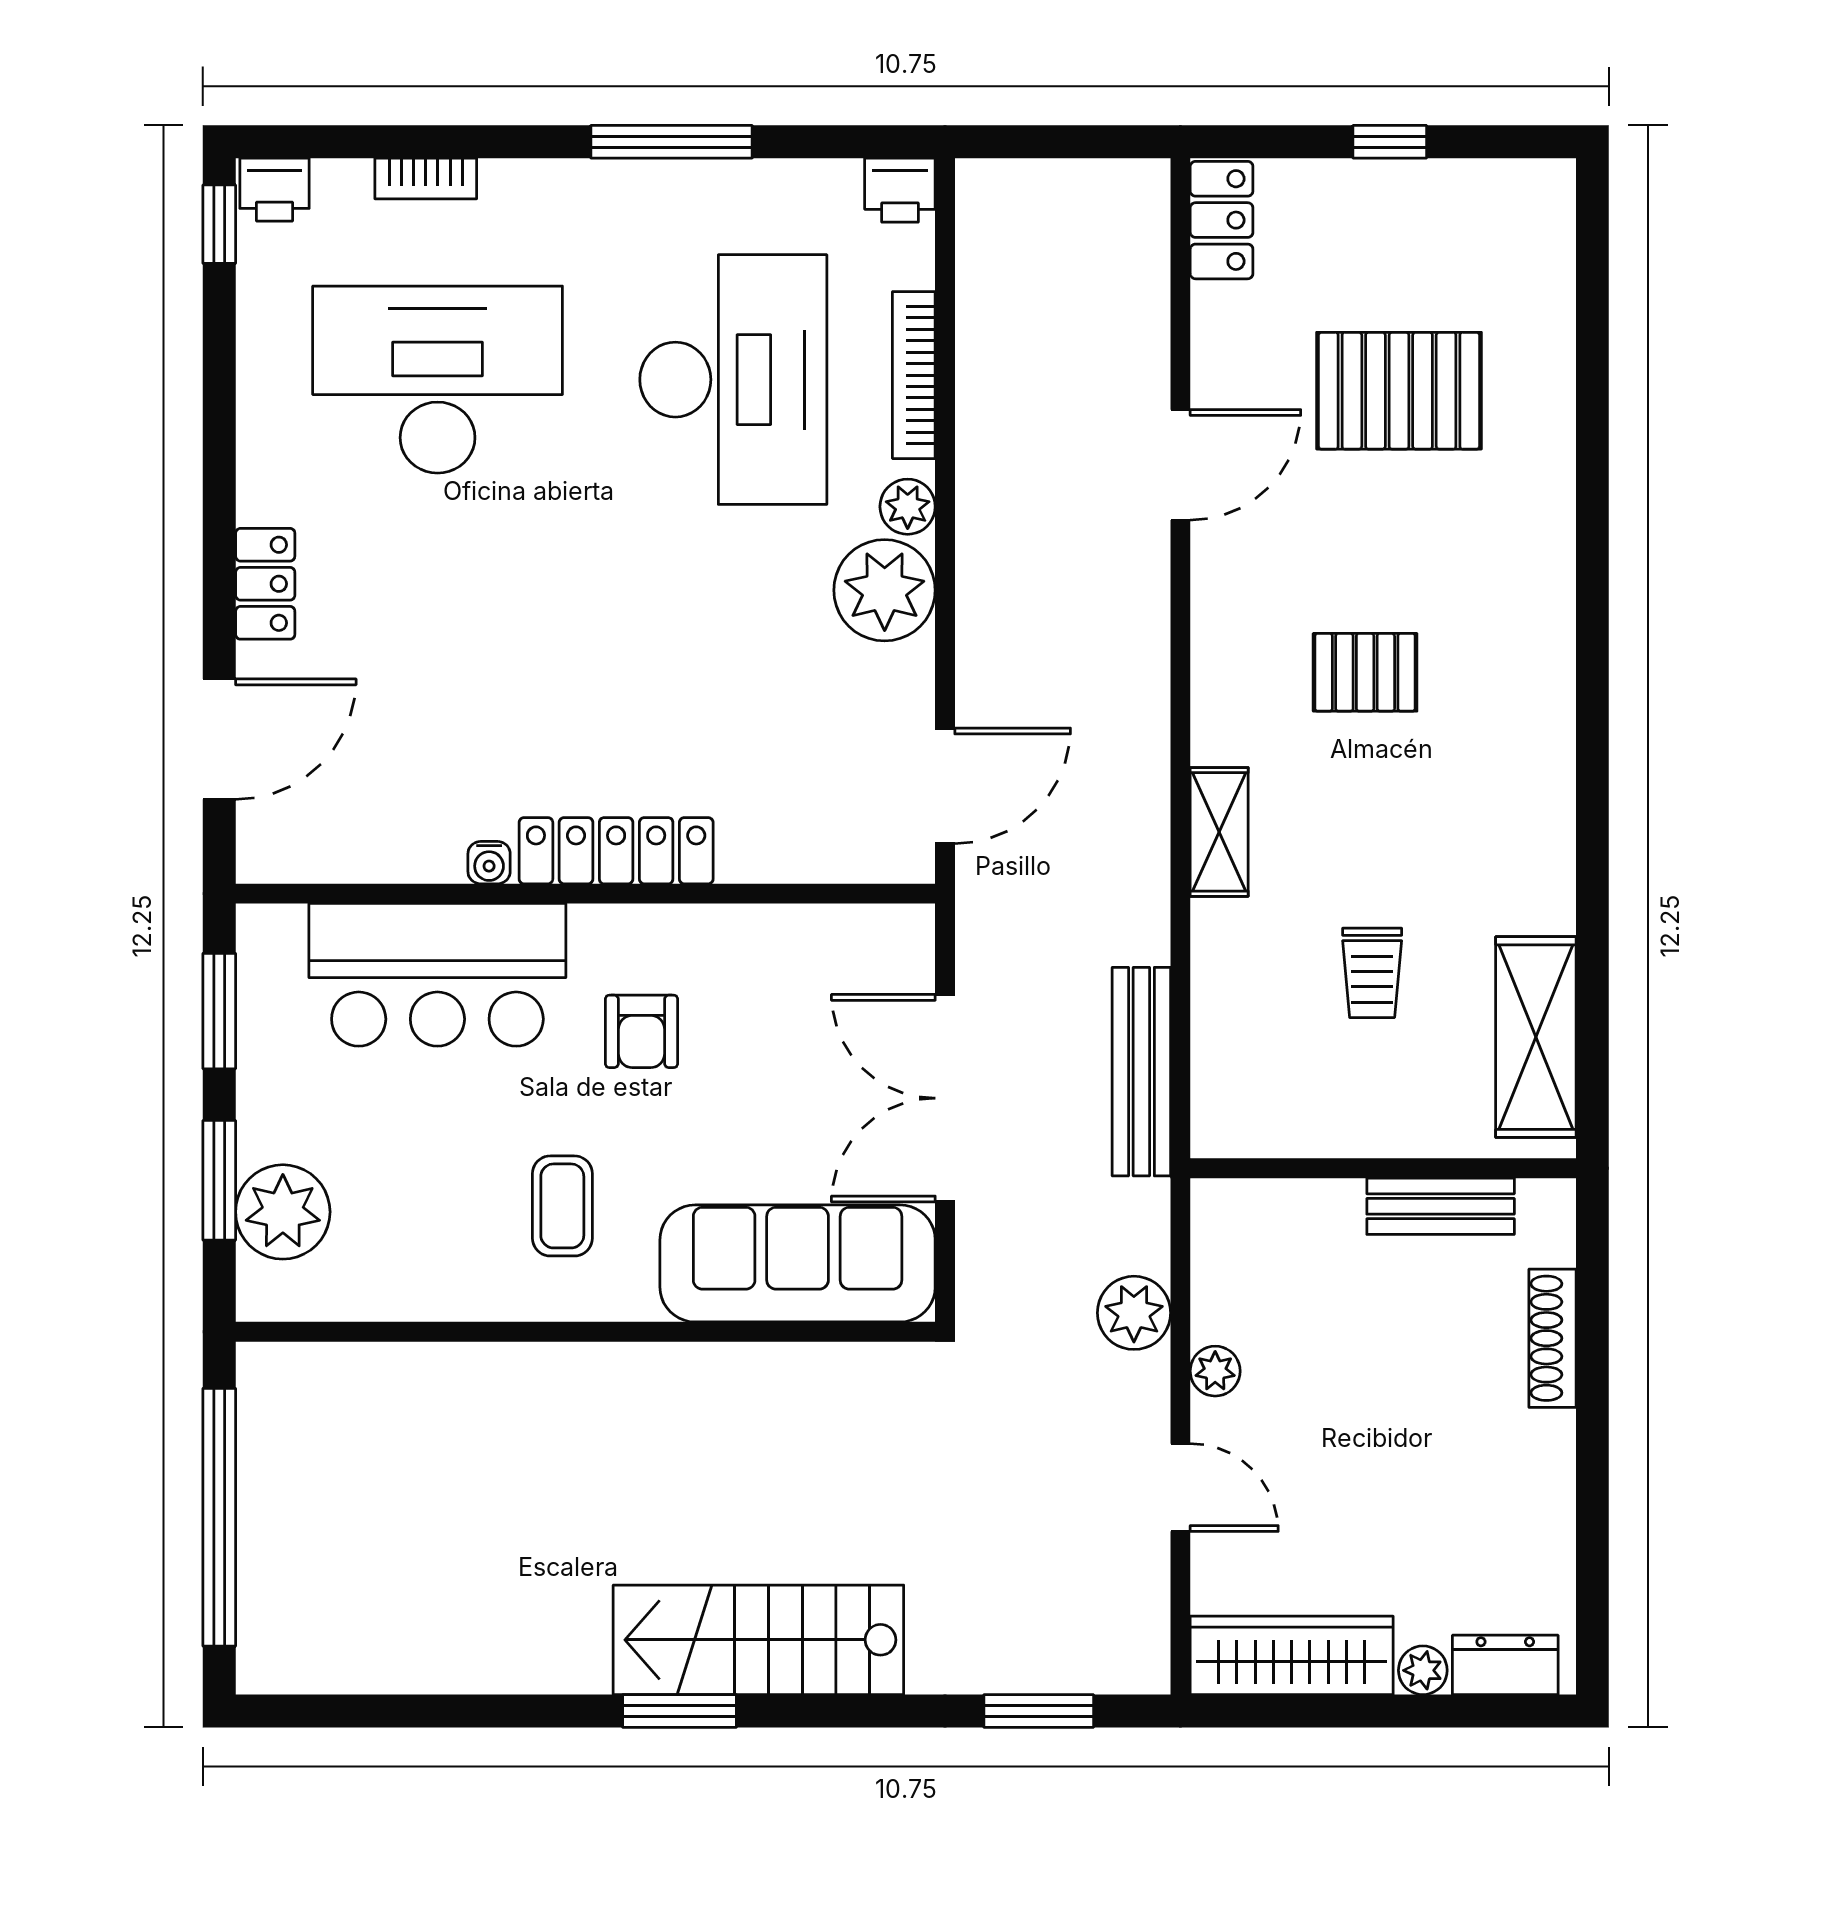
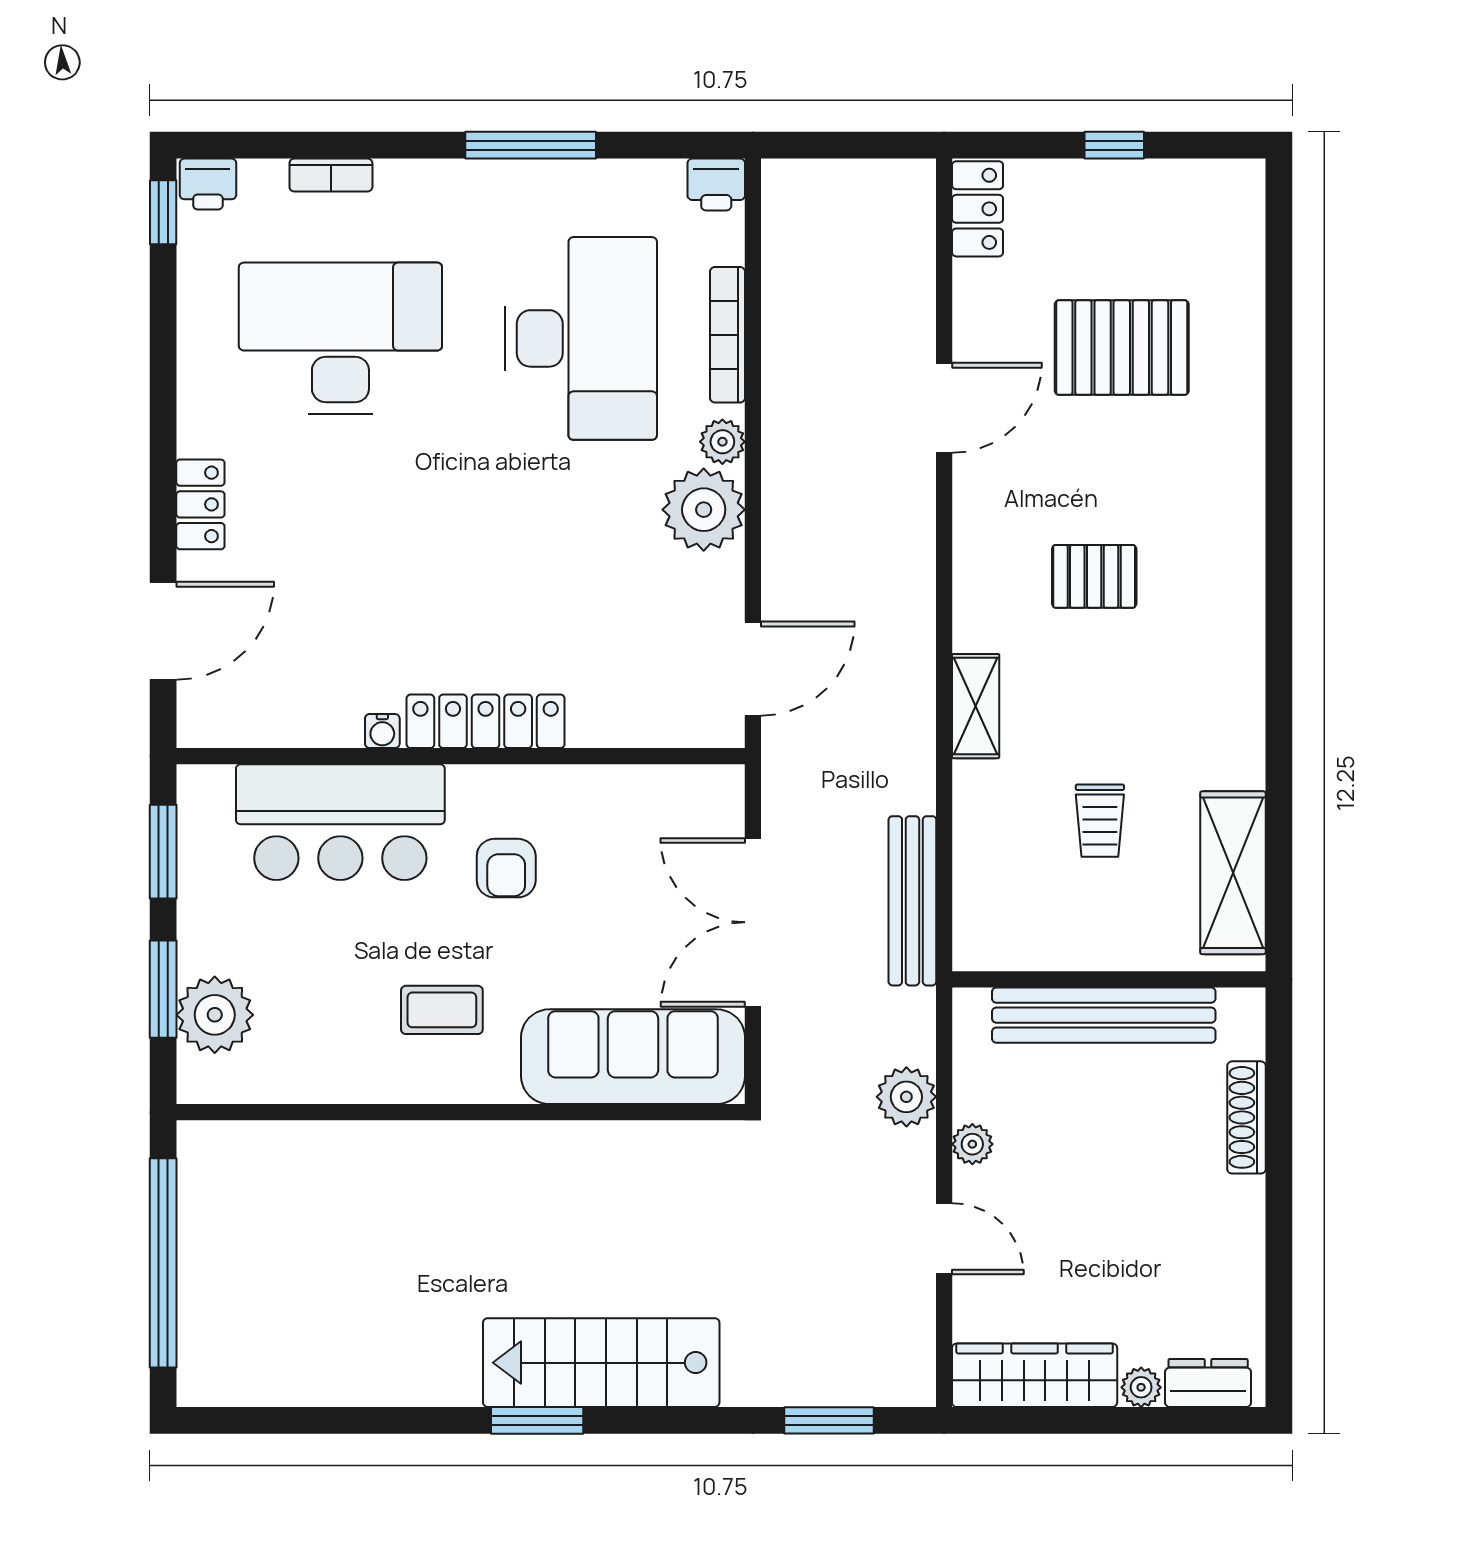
coffee table: (562, 1206) -> (442, 1010), turned 90
bench: (1441, 1206) -> (1104, 1015), width x1.86, depth x1.21

